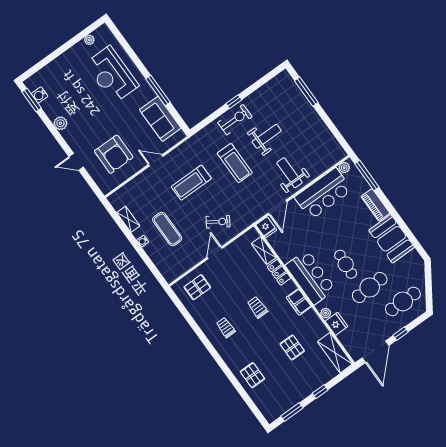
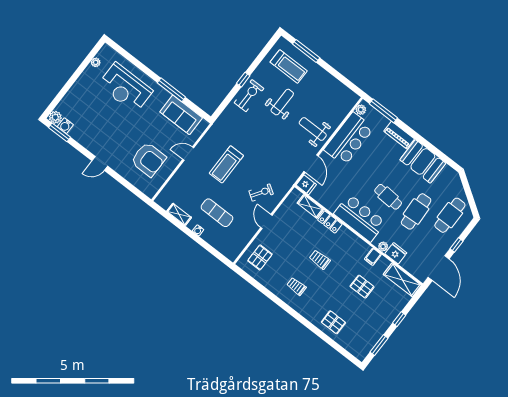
plant: (60, 123) -> (55, 117), moved
door: (76, 162) -> (100, 163), moved
treadmill: (235, 163) -> (289, 67), moved
filing cabinet: (299, 302) -> (373, 257), moved, width x0.50

